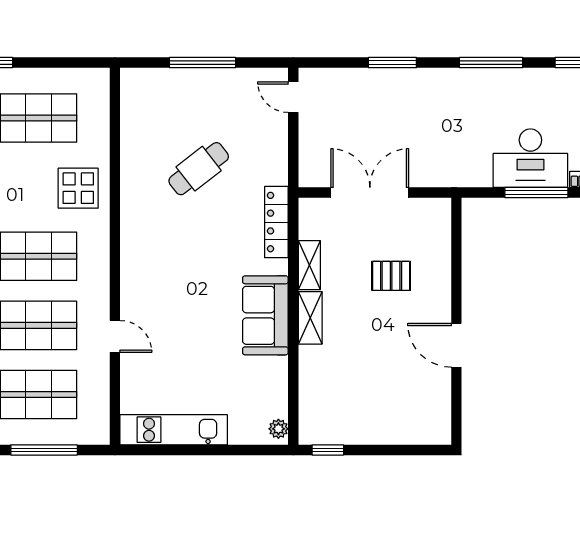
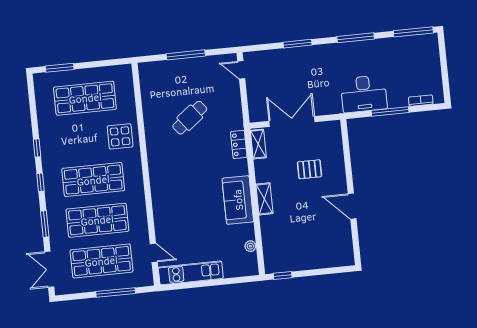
desk: (530, 158) -> (364, 94), moved
locker: (276, 222) -> (239, 144), width x0.66
shelving: (309, 265) -> (258, 144), moved
door: (115, 336) -> (154, 253), moved
plant: (278, 429) -> (250, 246), moved

